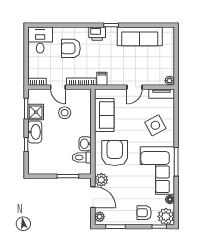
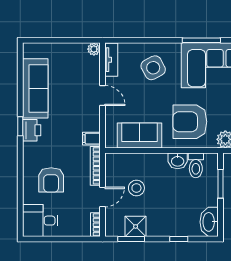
printer: (97, 34) -> (32, 130), moved
washbasin: (35, 132) -> (209, 222), moved, turned -90

